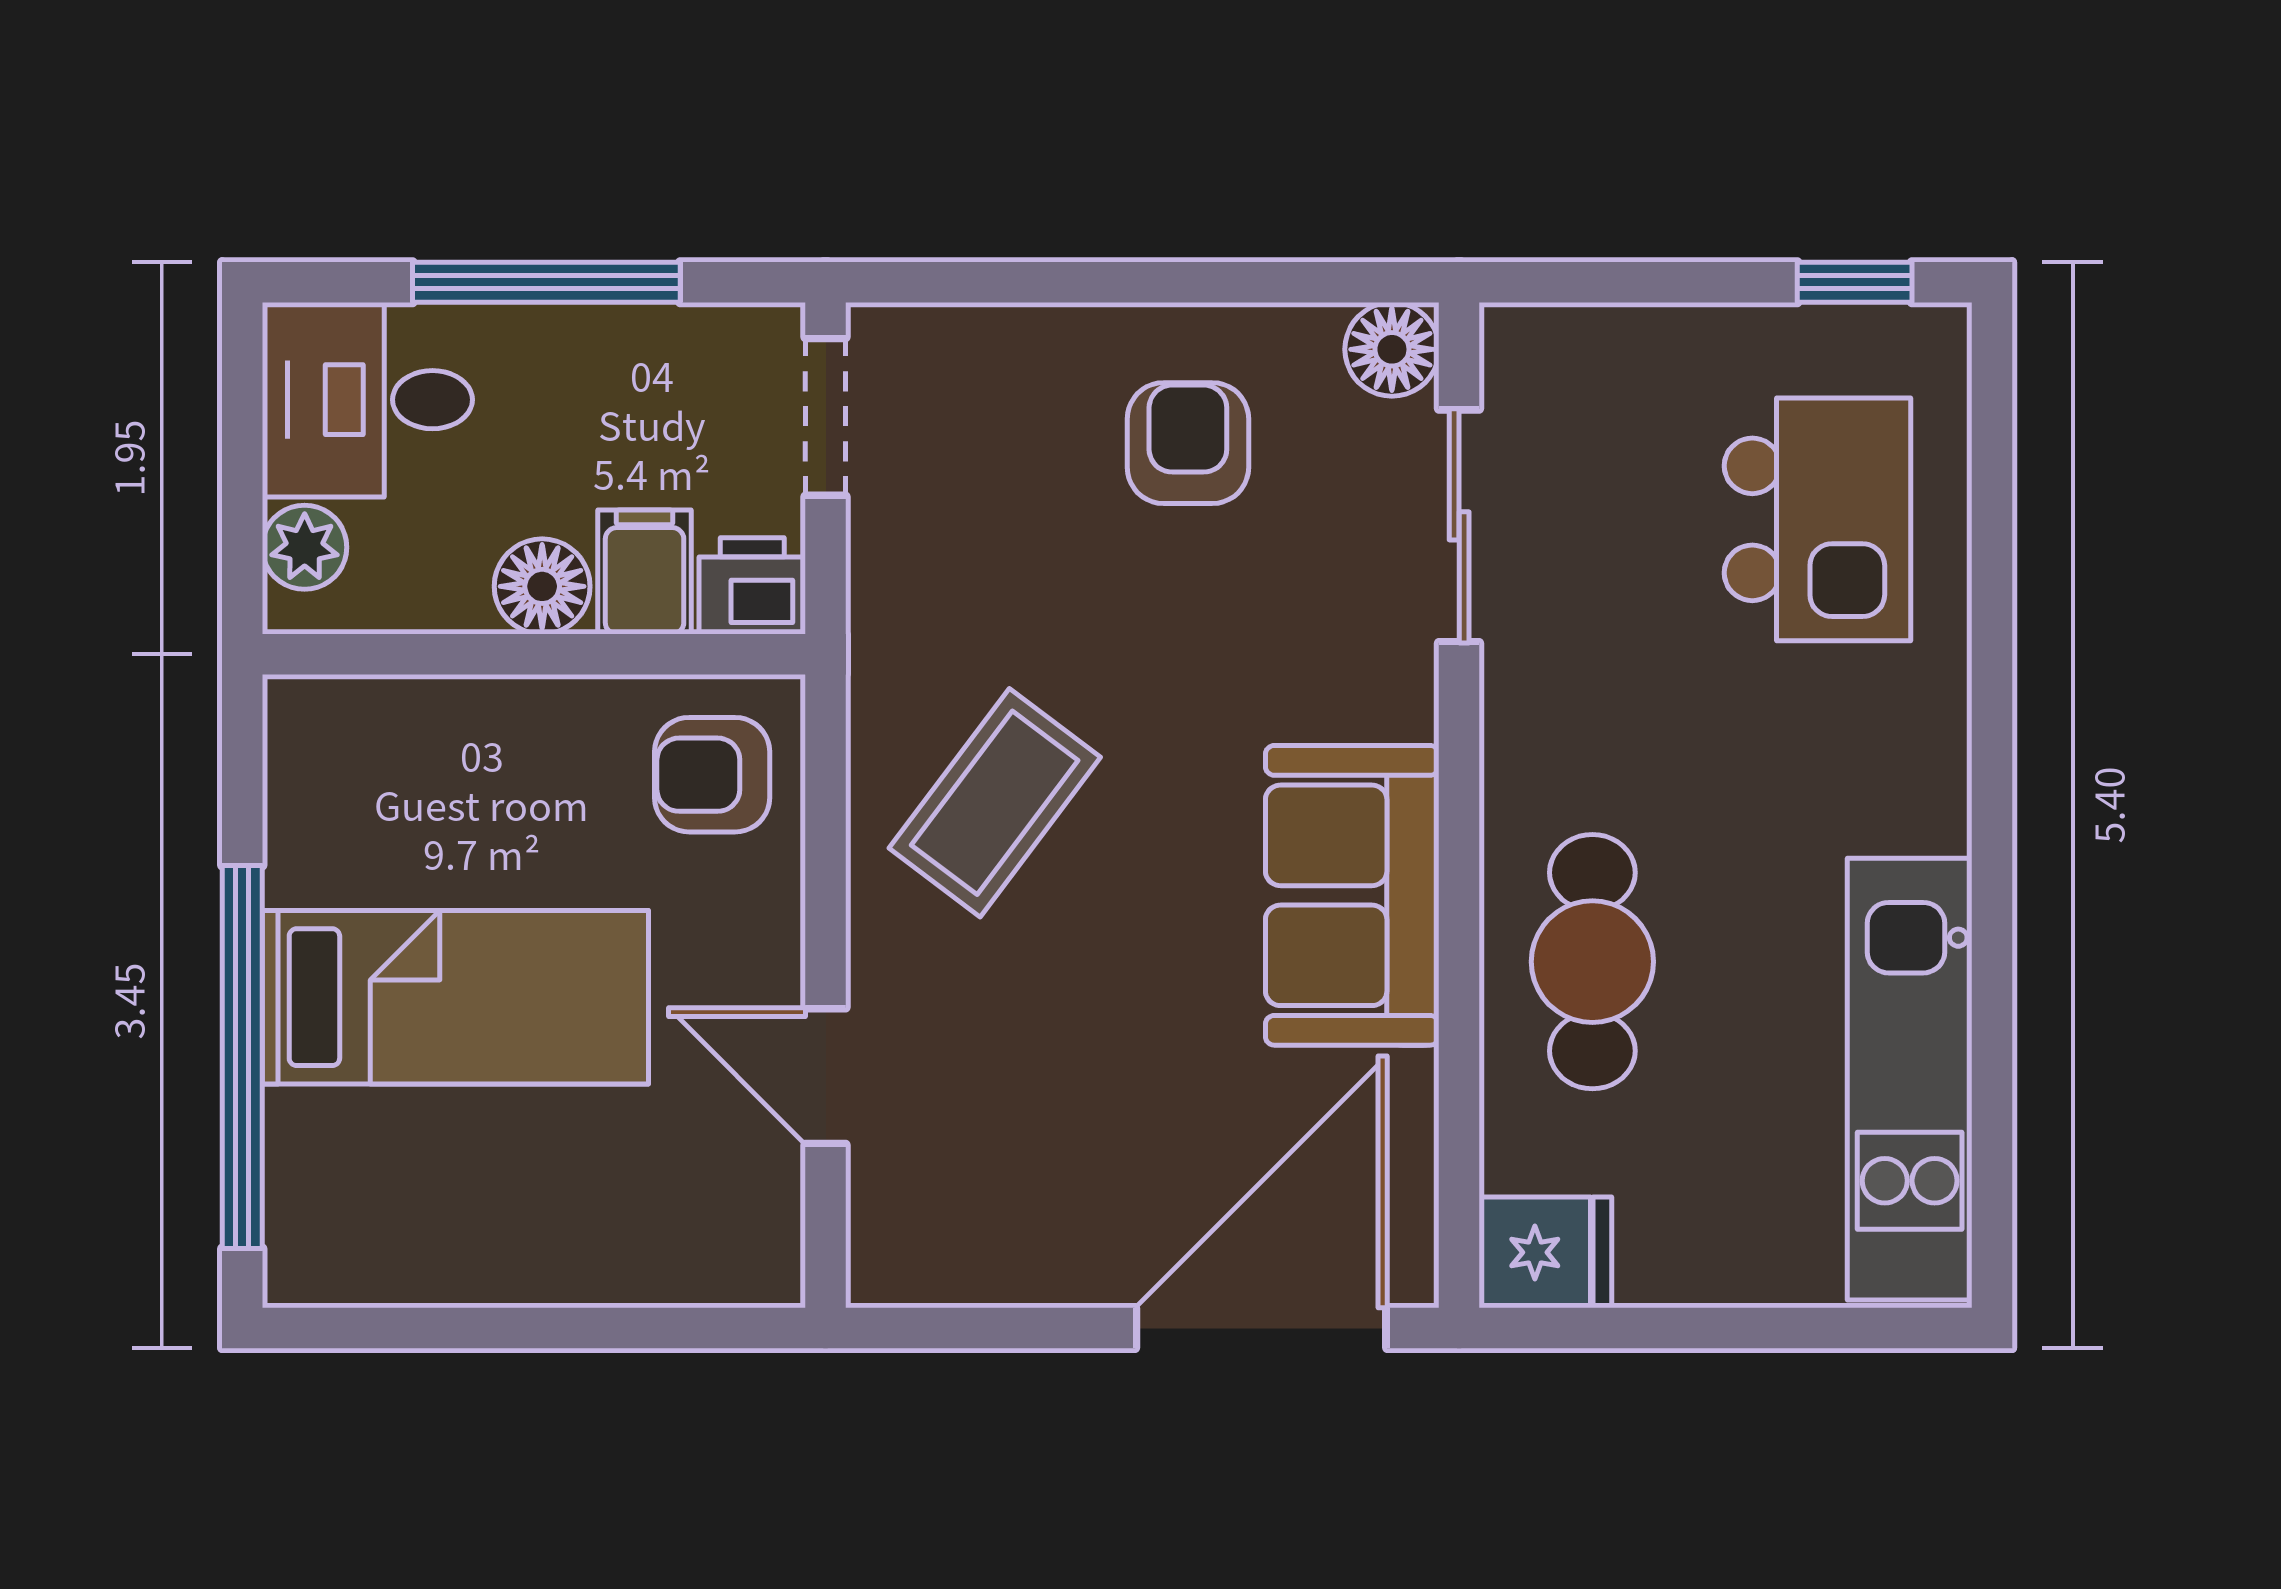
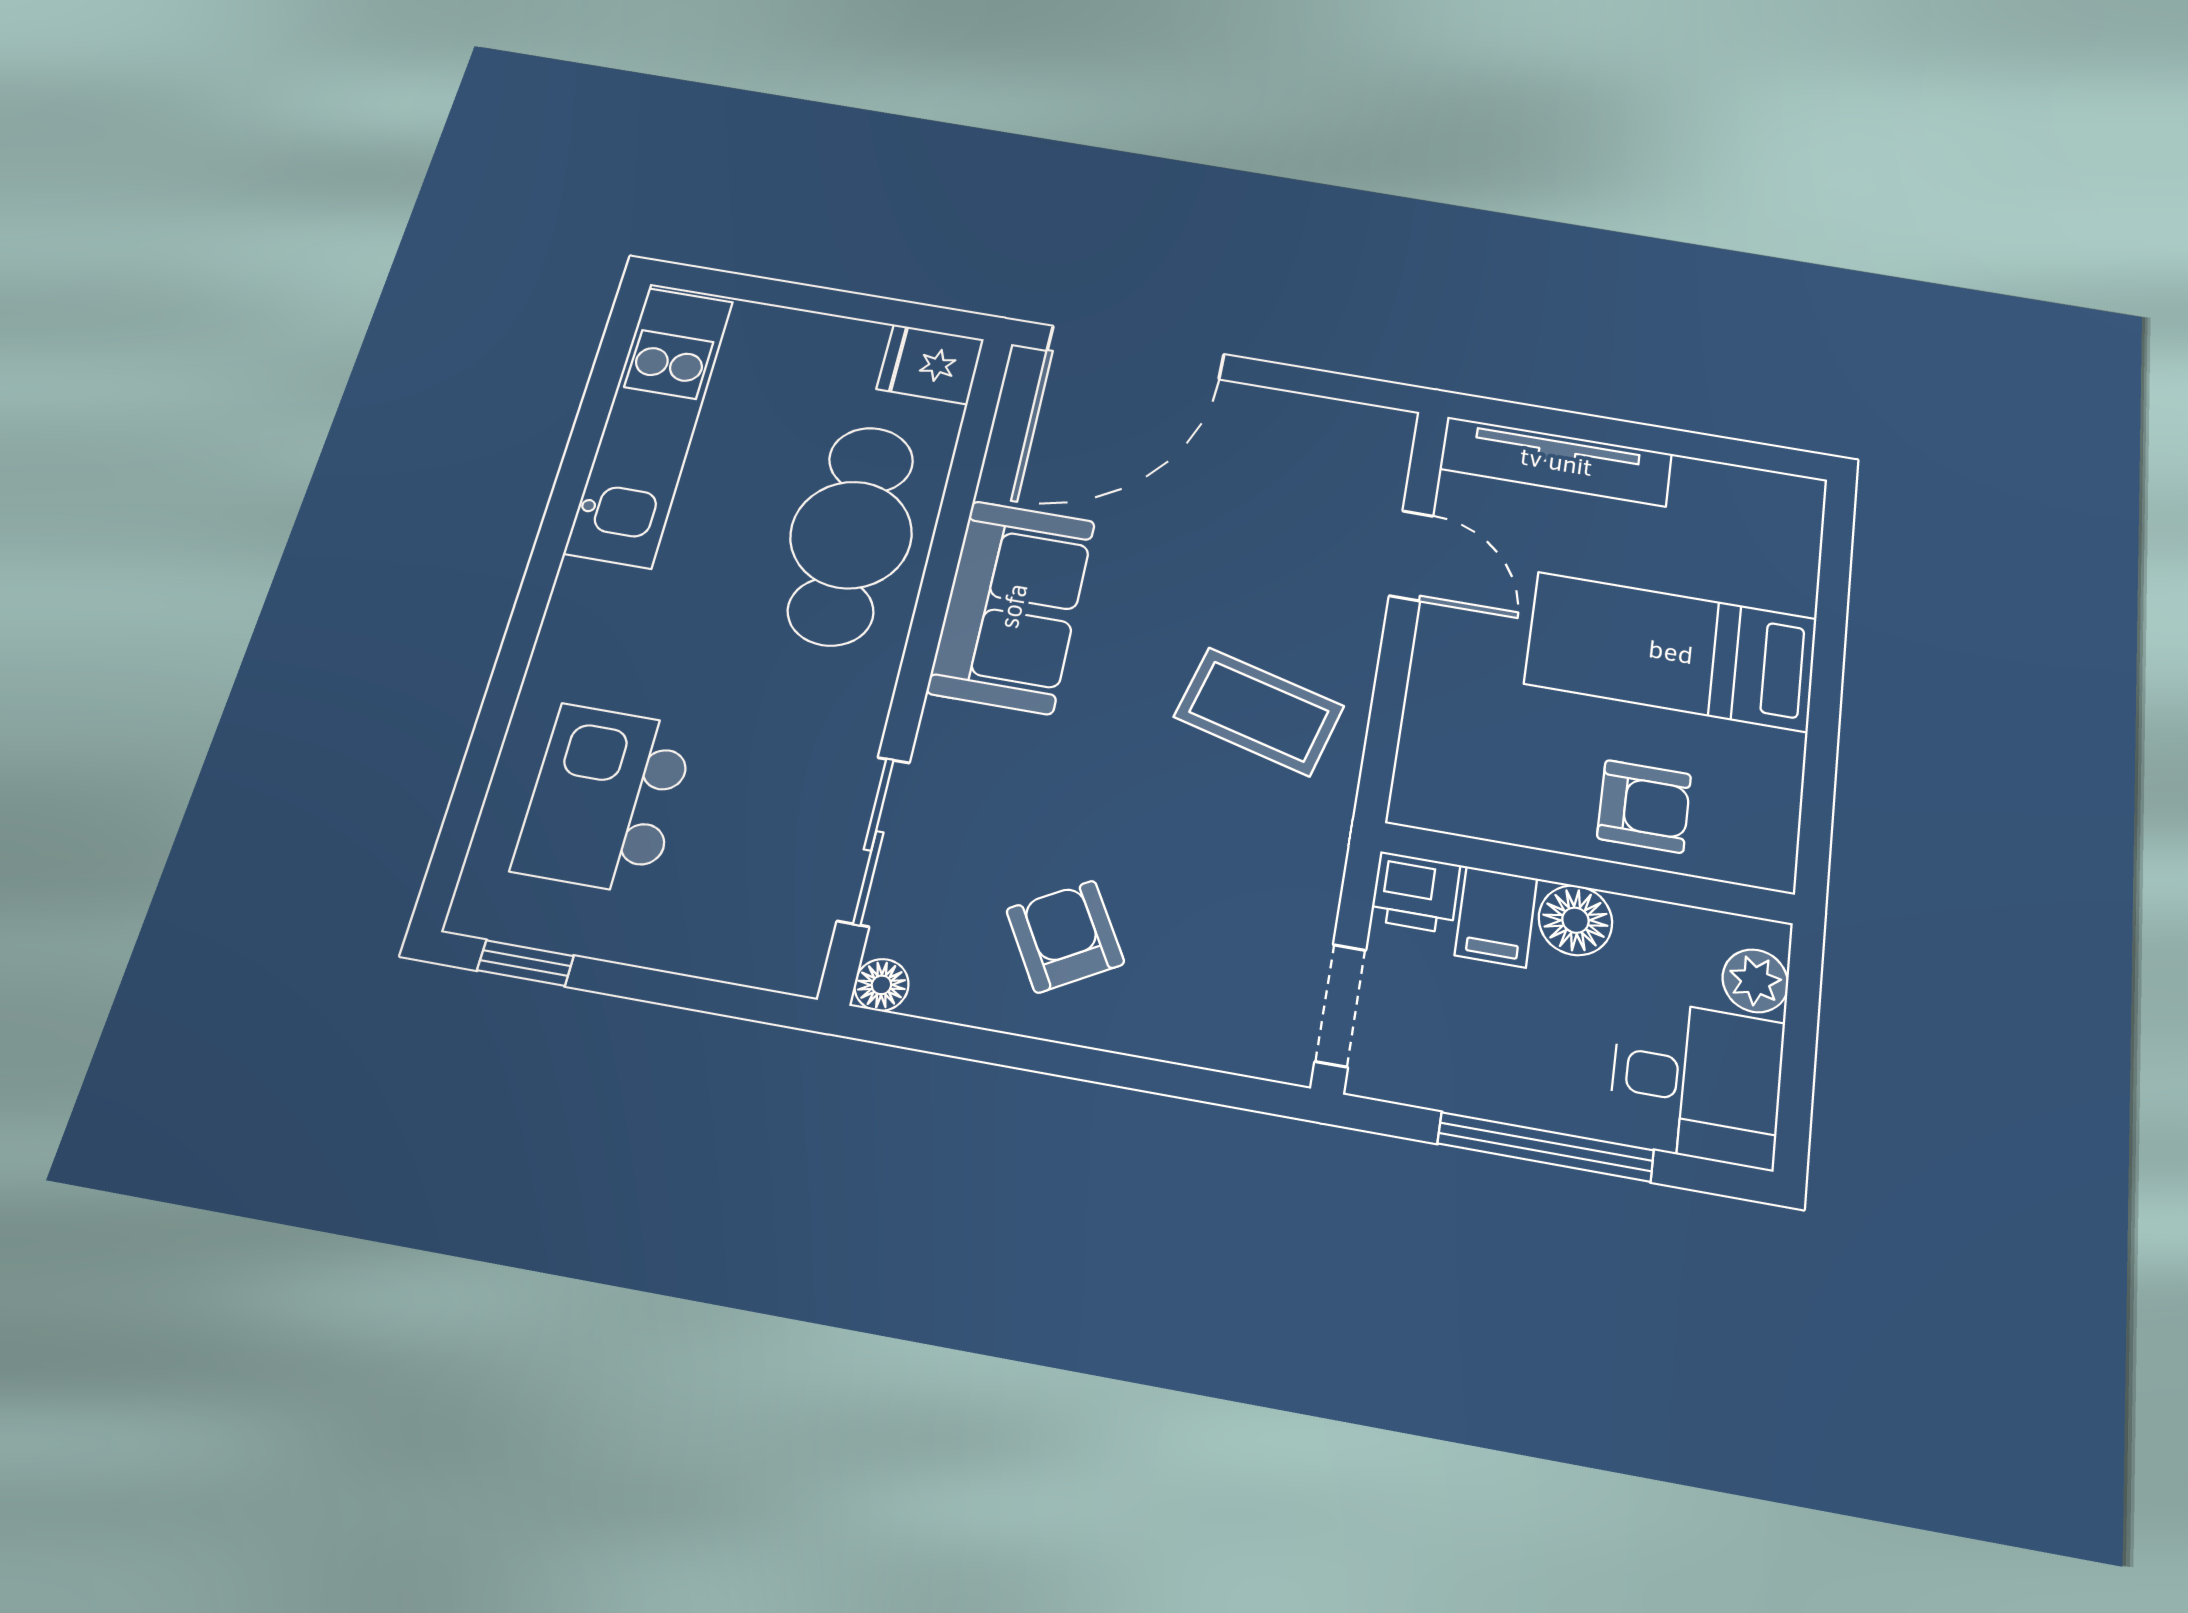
floor lamp: (1392, 349) -> (881, 985), width x0.73, depth x0.73
armchair: (1188, 443) -> (1065, 936), turned 150
armchair: (712, 775) -> (1644, 806), moved
coffee table: (995, 803) -> (1259, 712), turned 68
cafe table: (1592, 962) -> (851, 535), width x1.37, depth x1.35
window: (242, 1057) -> (1830, 639), removed
tv unit: (645, 1264) -> (1556, 461), added

